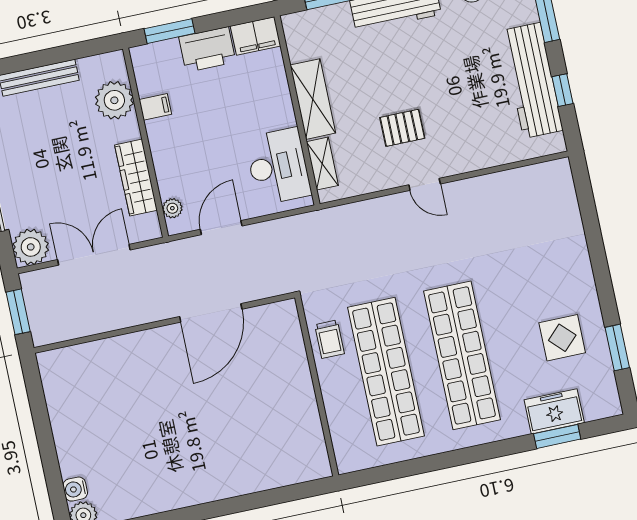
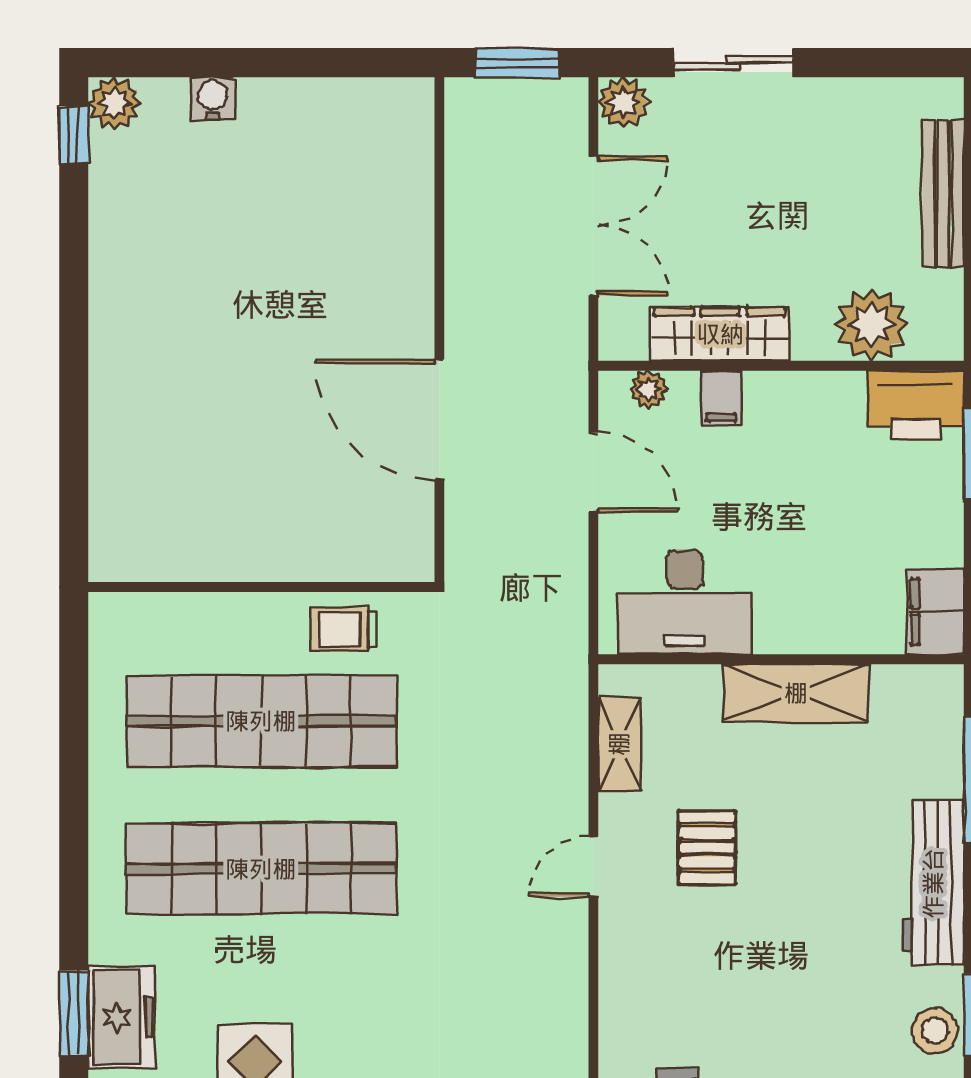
printer: (207, 49) -> (916, 405), moved, turned -90
filing cabinet: (155, 107) -> (721, 398), moved
shelving: (322, 164) -> (619, 744), moved, turned 90
plant: (31, 247) -> (623, 102), width x0.73, depth x0.73
water cooler: (75, 489) -> (213, 98), moved

